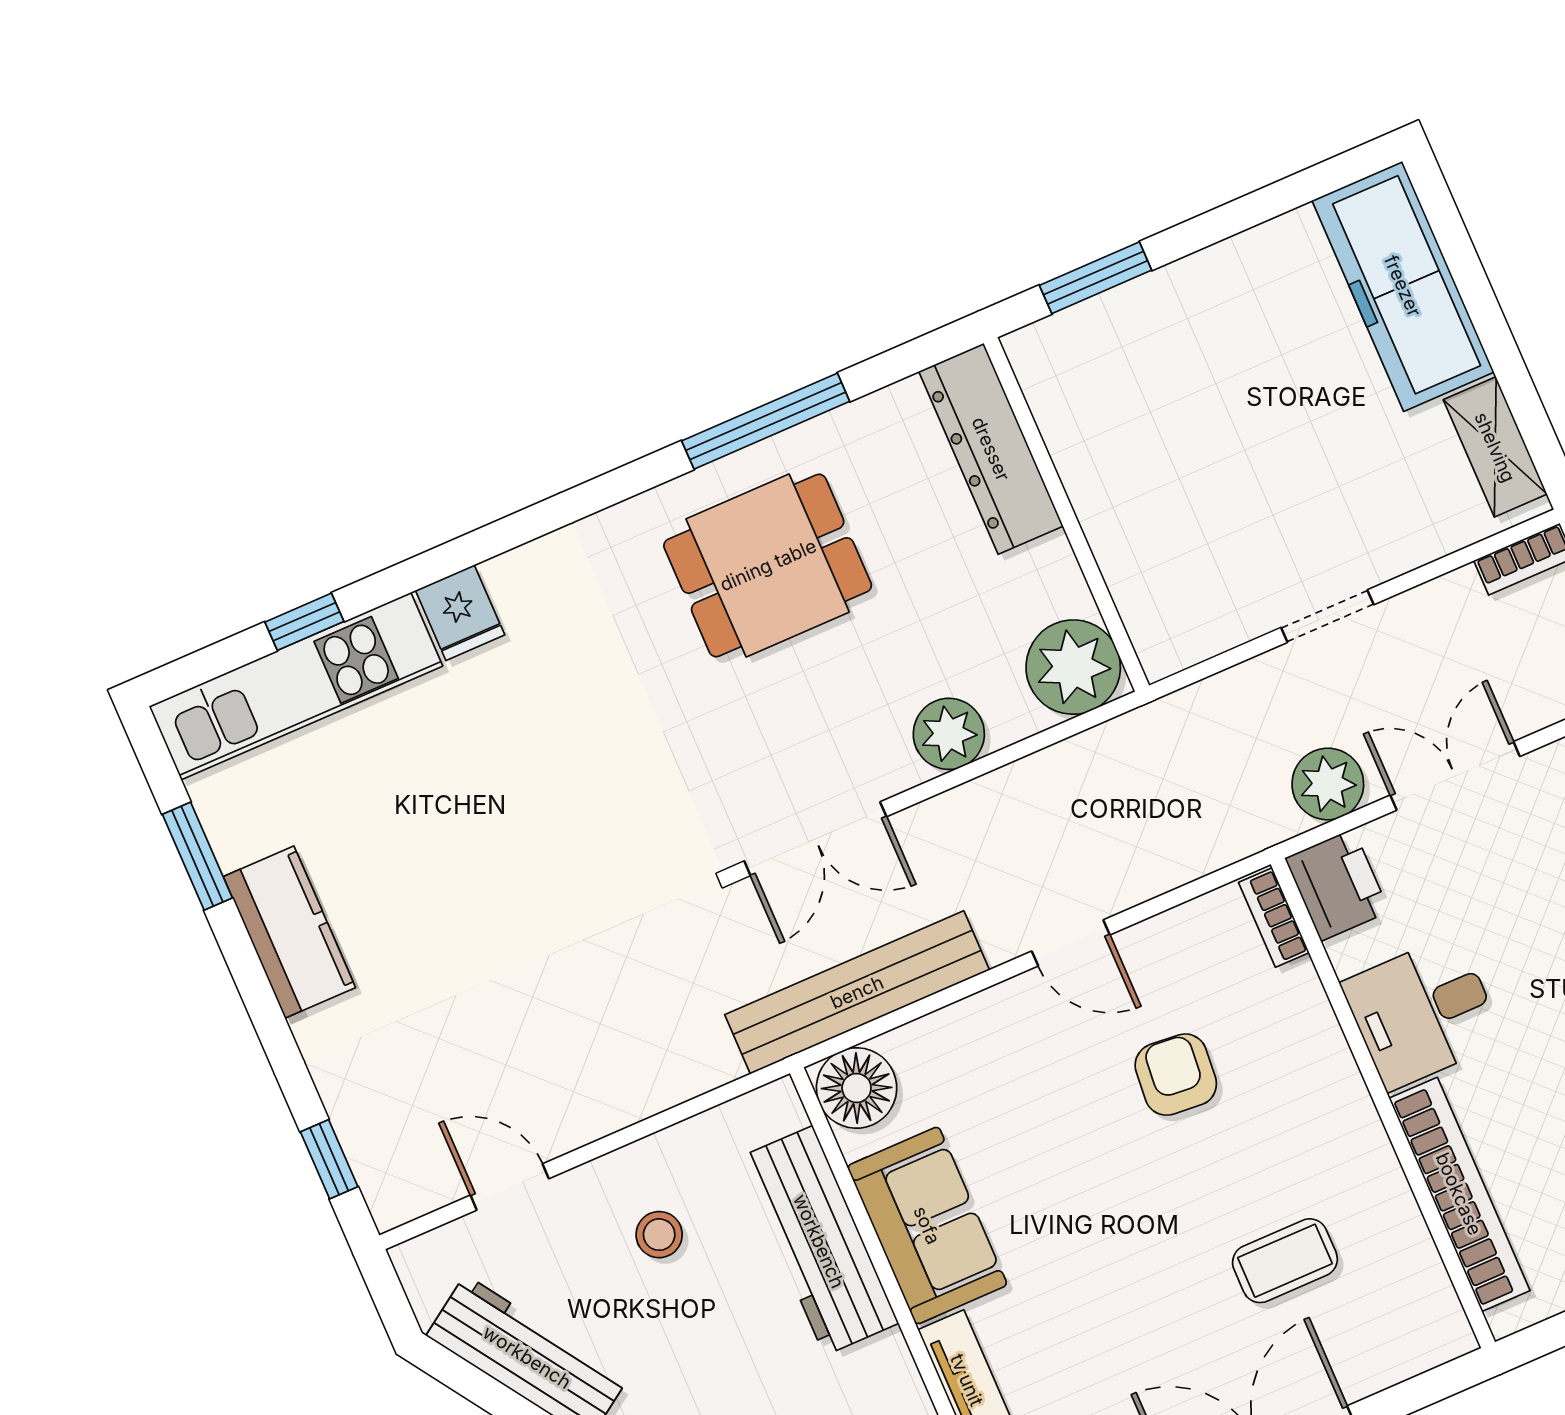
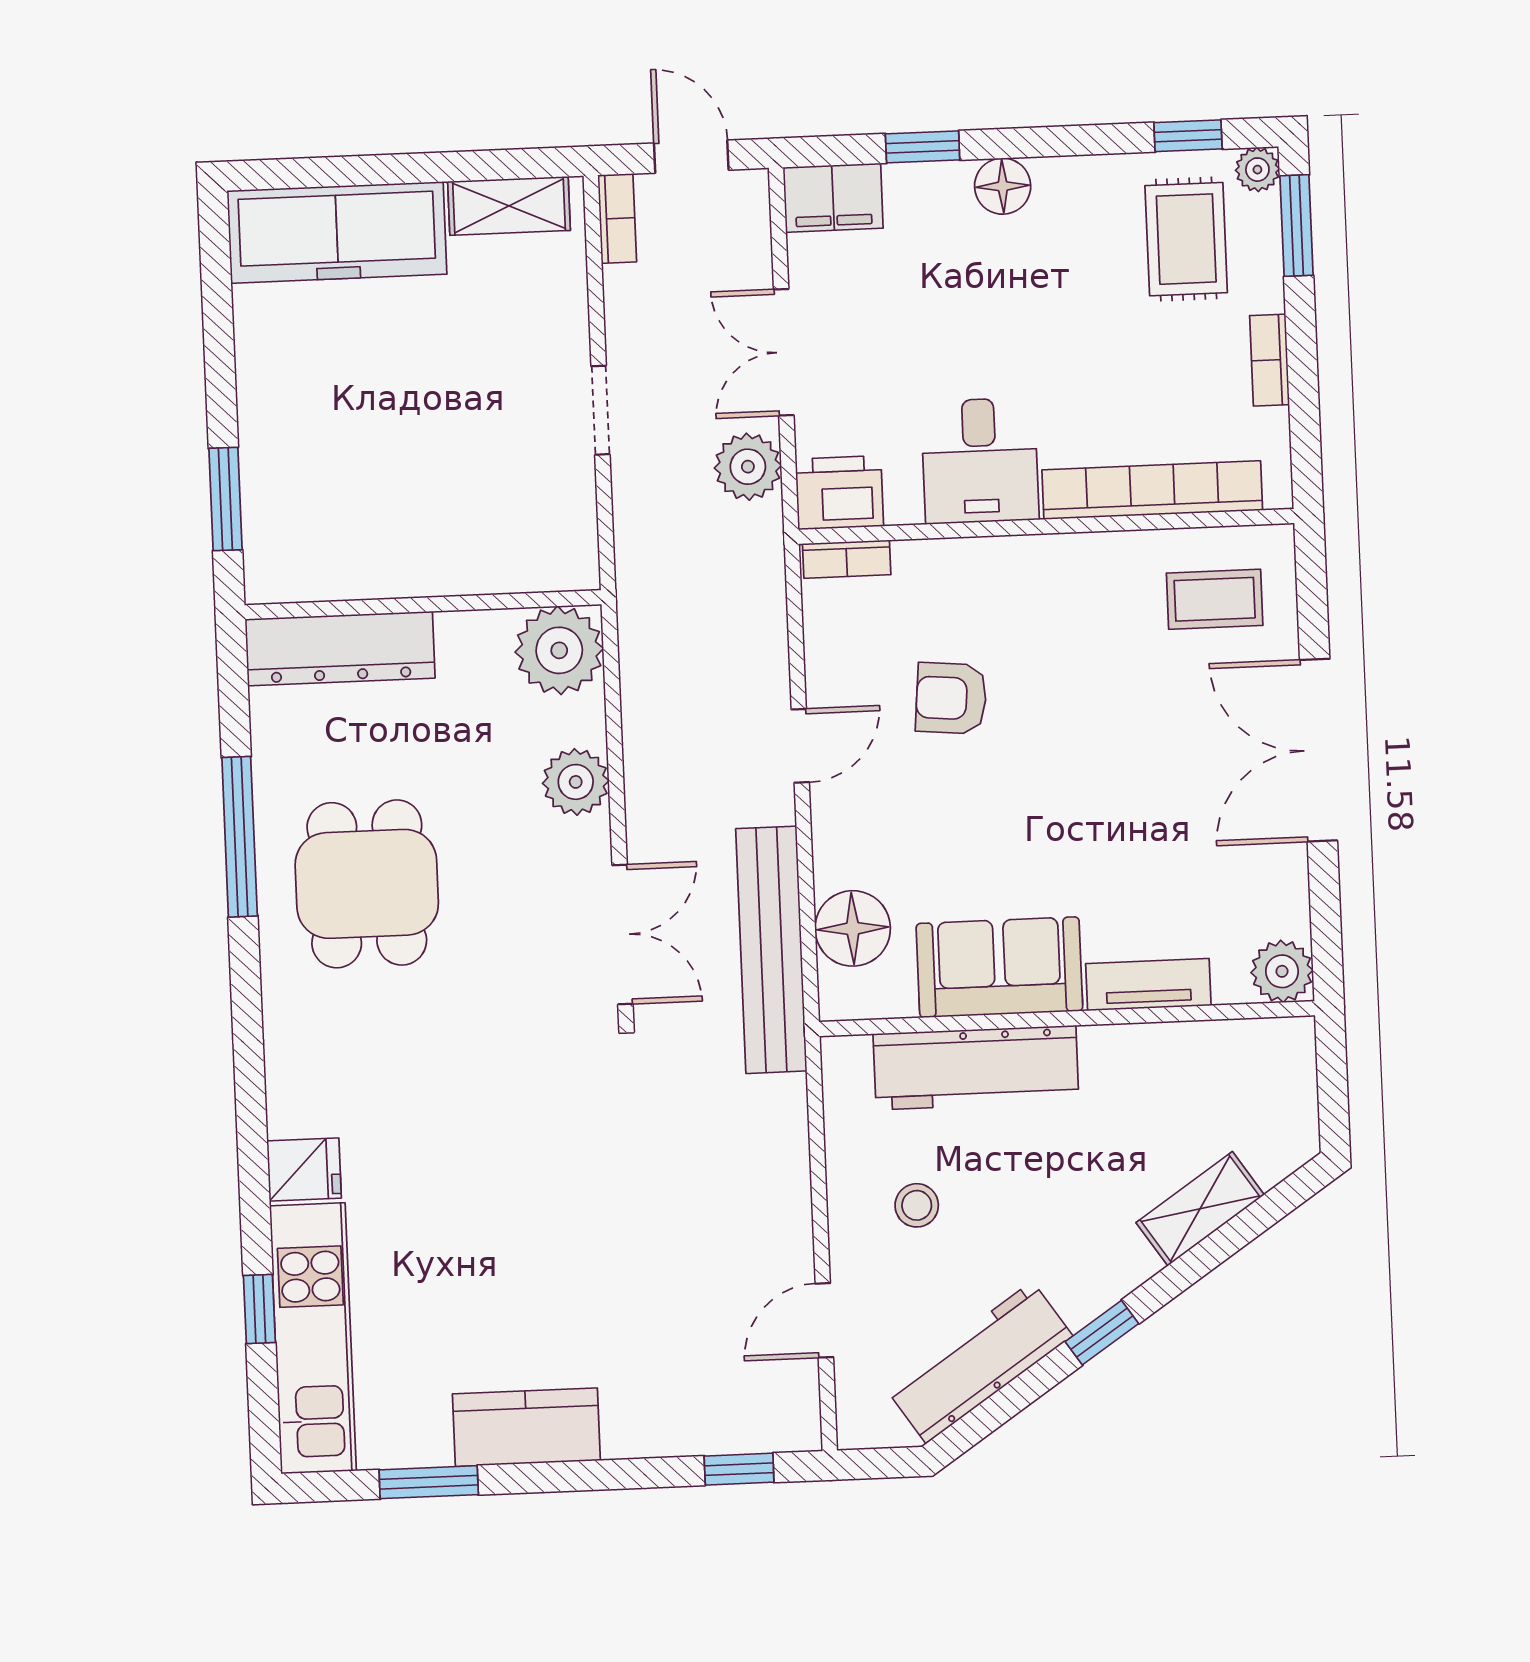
floor lamp: (857, 1088) -> (853, 928), moved
coffee table: (1285, 1261) -> (1215, 599), moved, turned 90

